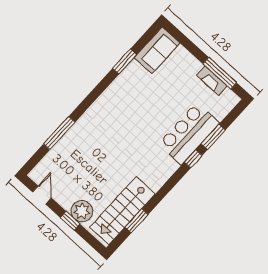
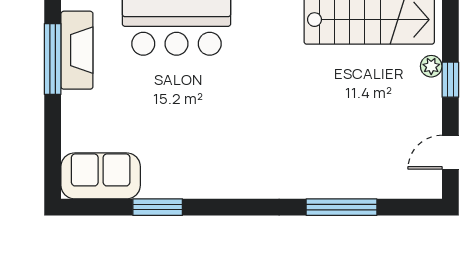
fireplace: (212, 81) -> (77, 50), width x1.37, depth x1.32
plant: (82, 211) -> (431, 66), width x0.53, depth x0.53

